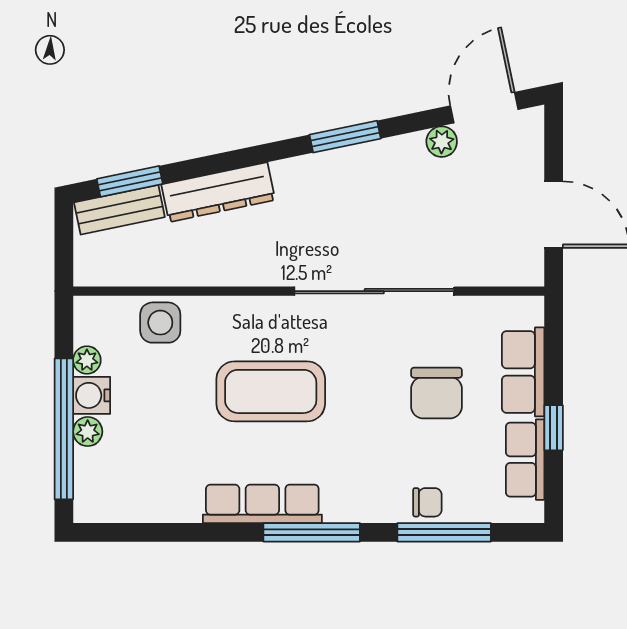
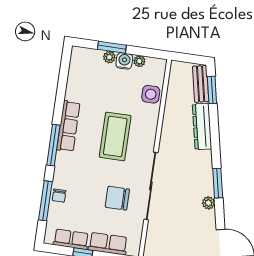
plant: (442, 142) -> (208, 203), moved
chair: (437, 393) -> (117, 198), moved
window: (64, 429) -> (112, 47), width x0.47

